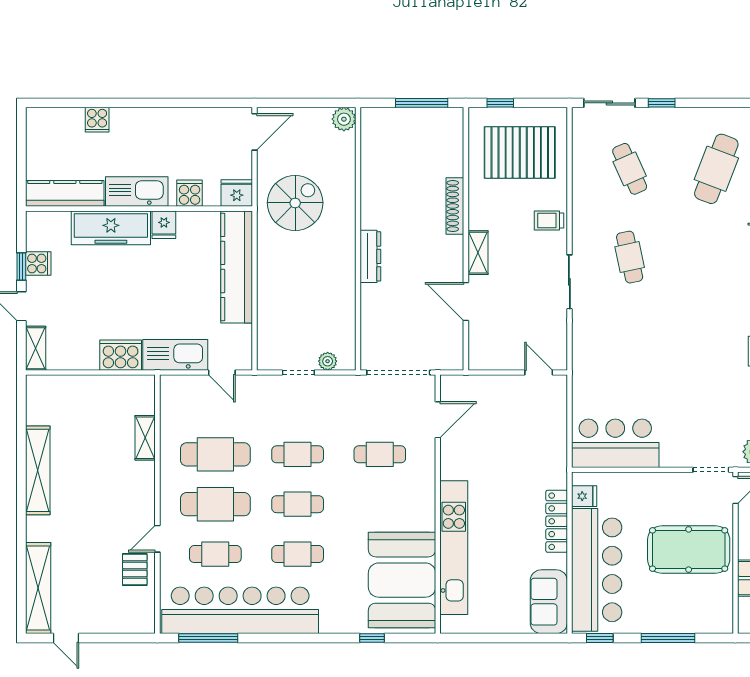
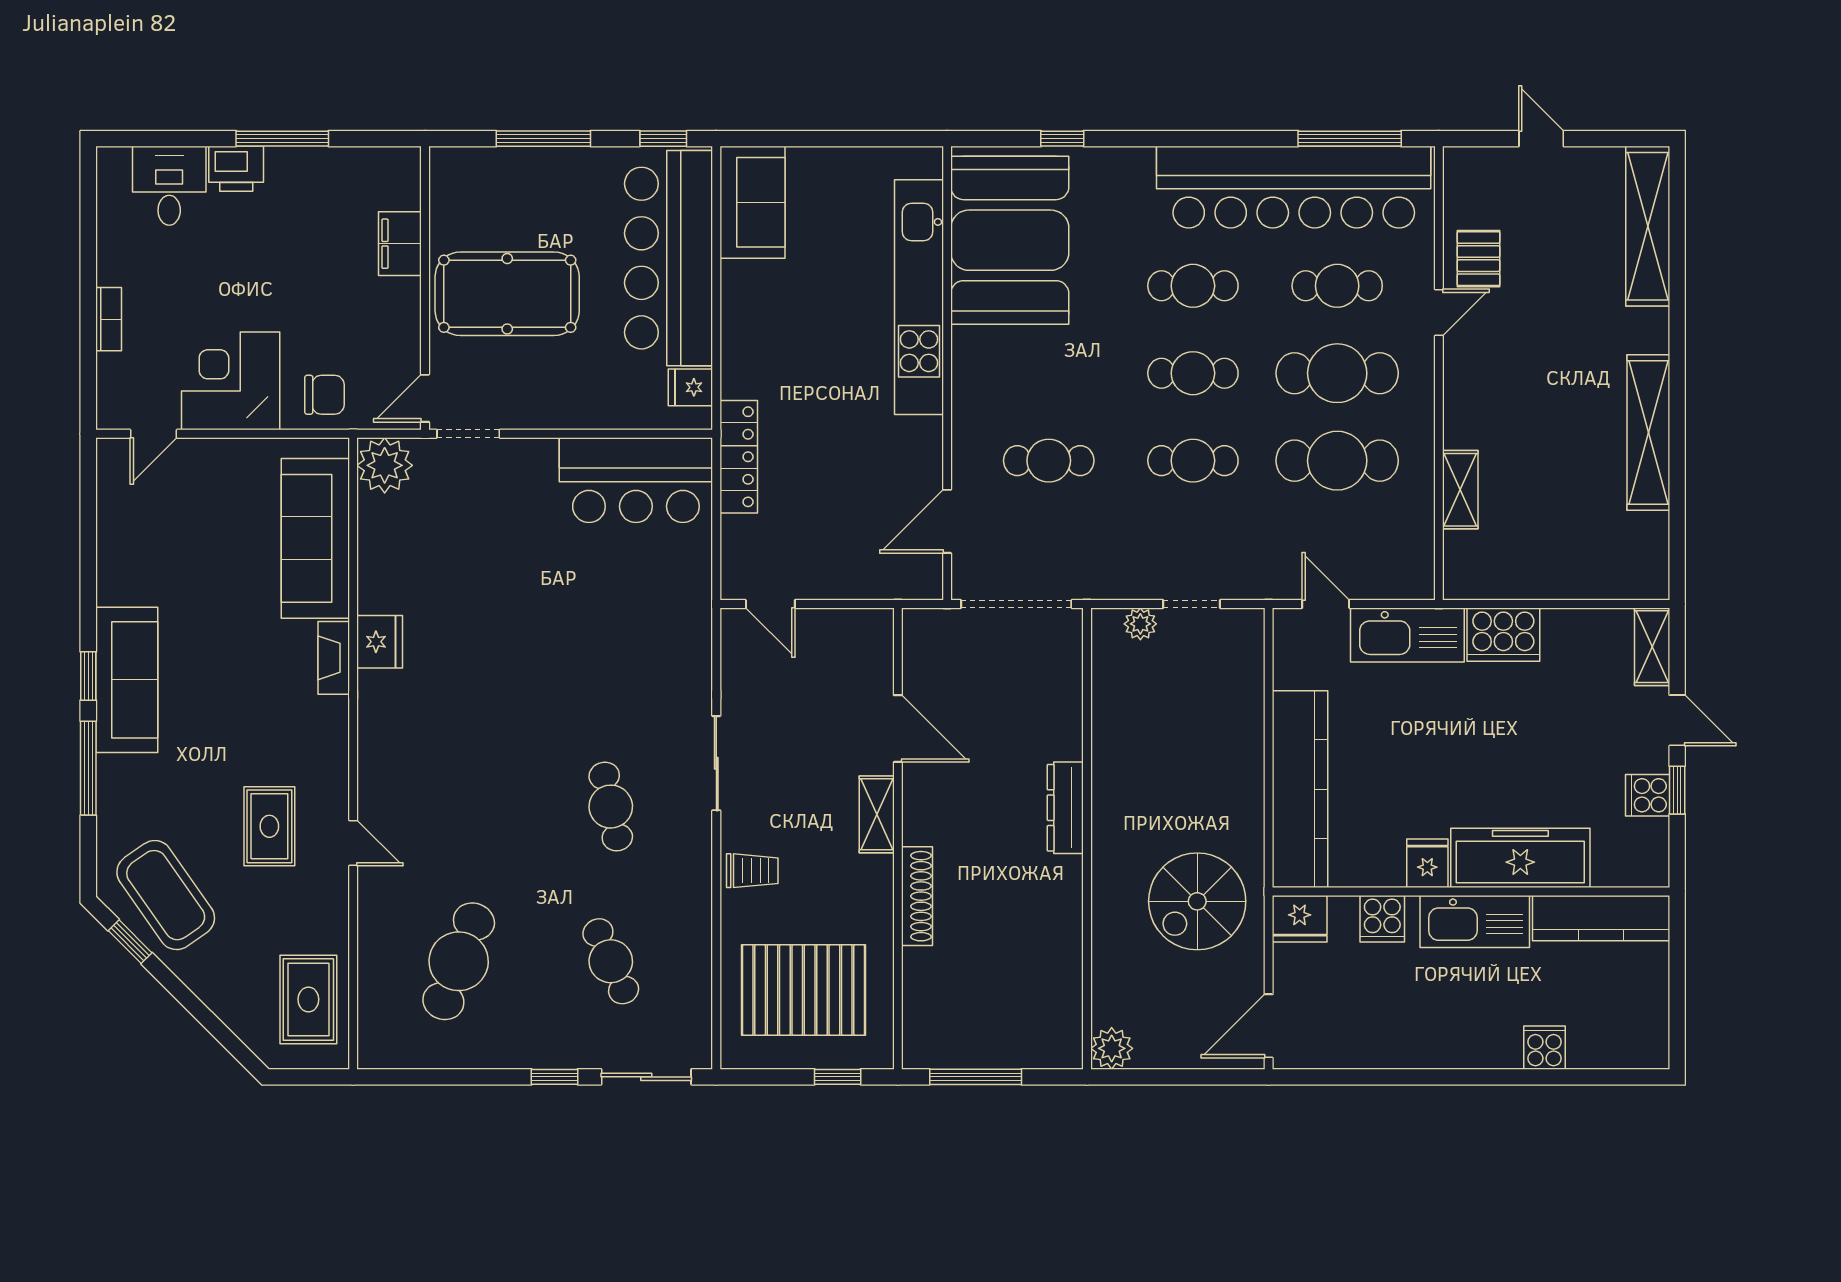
locker: (557, 521) -> (739, 457), moved
door: (66, 638) -> (1541, 139), moved

